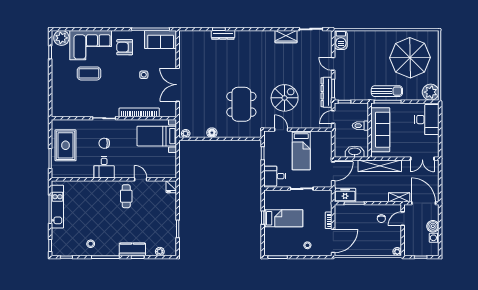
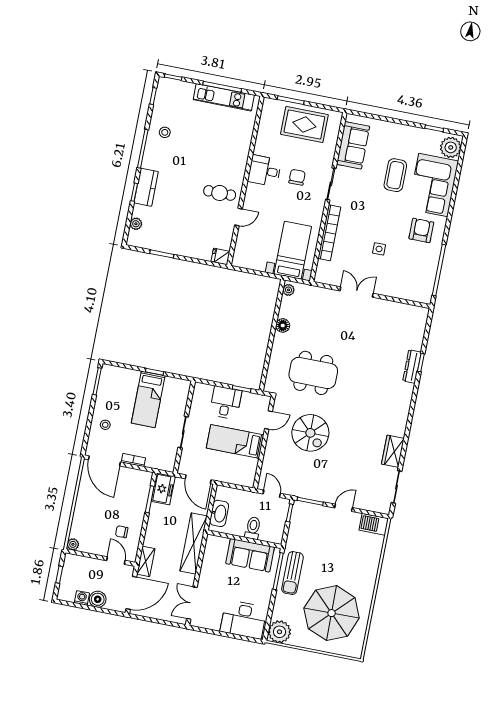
sofa: (161, 39) -> (353, 145), moved, turned 180
double door: (178, 85) -> (357, 292), width x0.73
dresser: (327, 92) -> (307, 491), removed
sofa: (380, 130) -> (250, 555), width x0.73
desk: (275, 176) -> (226, 403), moved

